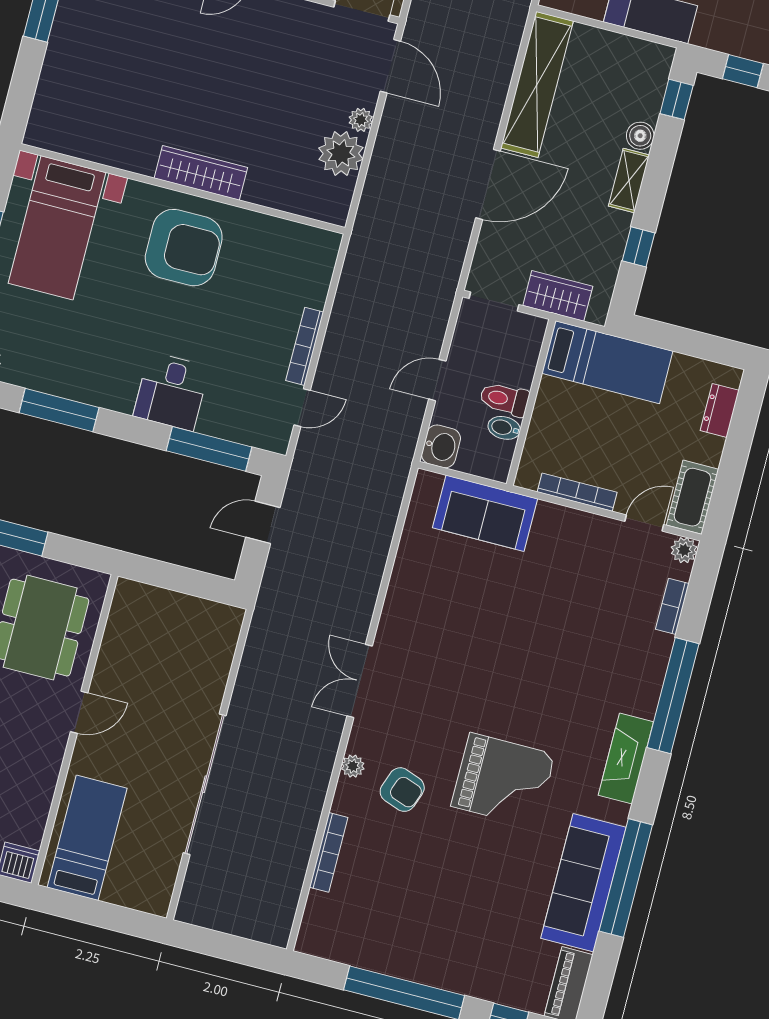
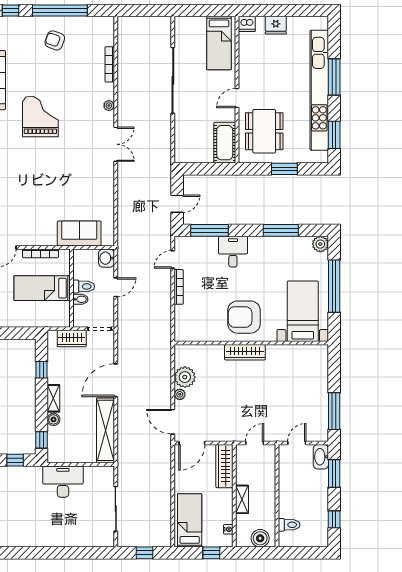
bed: (607, 362) -> (42, 288), moved
bidet: (504, 428) -> (80, 299), moved
cot: (129, 625) -> (225, 143), added
grand piano: (503, 780) -> (40, 117), turned 90
armchair: (402, 790) -> (55, 40), moved

